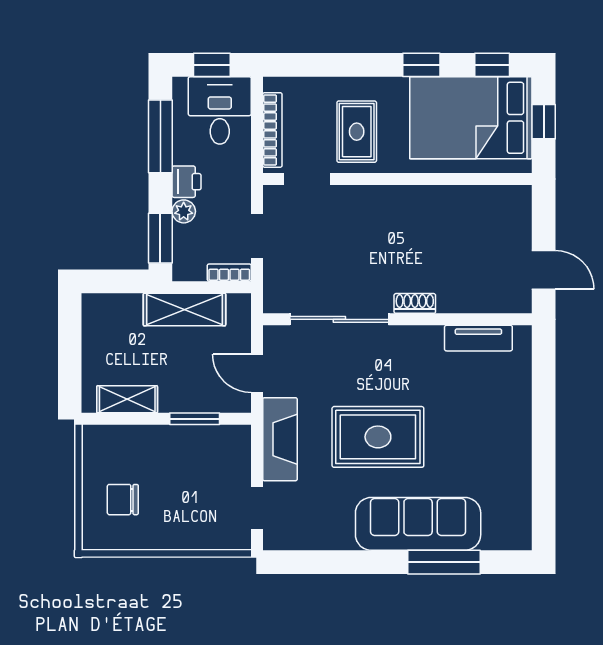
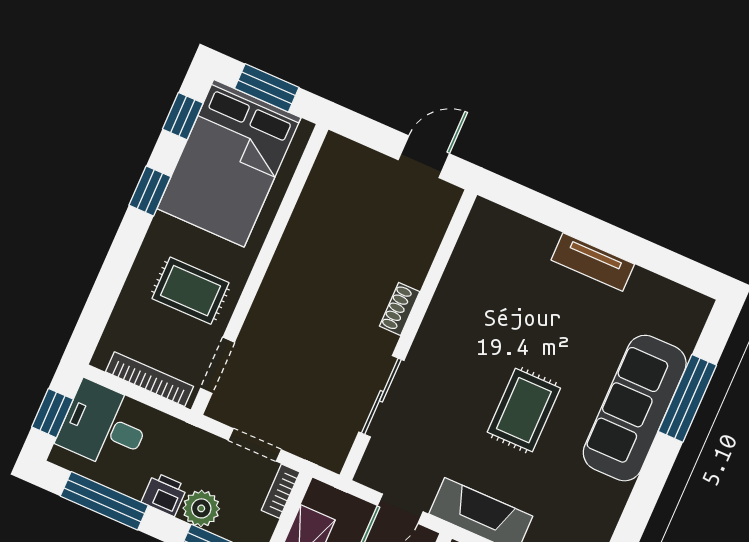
window: (544, 122) -> (267, 88), width x1.50
plant: (184, 211) -> (201, 508), width x1.38, depth x1.38
sliding door: (339, 319) -> (381, 396), width x0.73
tv unit: (478, 338) -> (593, 262), moved, turned 90
rug: (378, 437) -> (524, 410), width x0.73, depth x0.70

